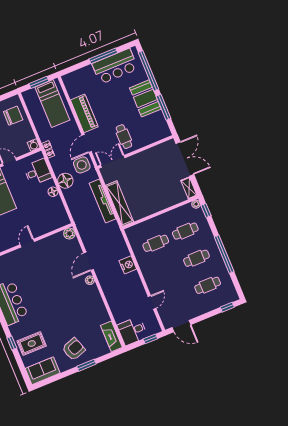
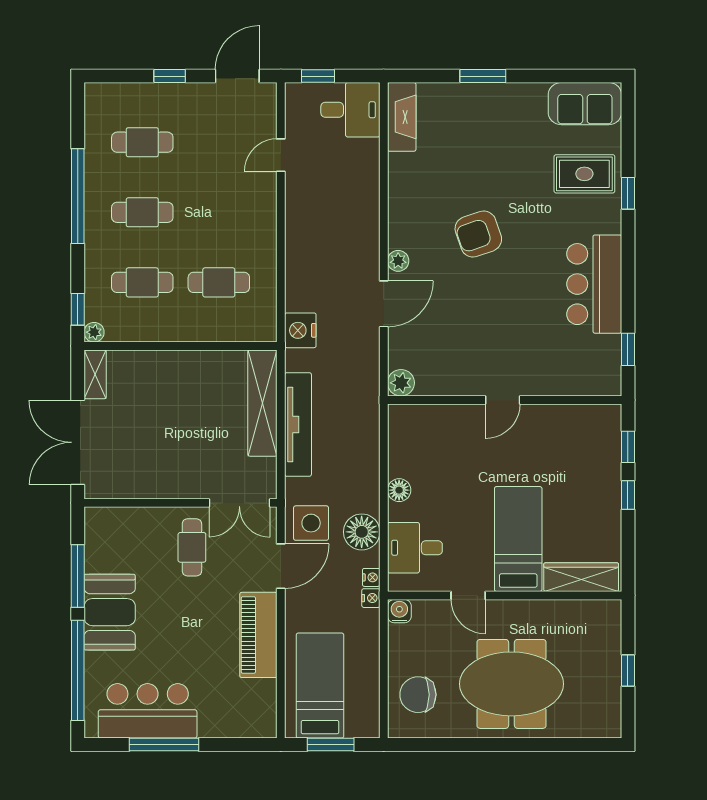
floor lamp: (65, 181) -> (362, 532), moved
nightstand: (128, 265) -> (300, 330), moved
window: (227, 307) -> (170, 76), moved
door: (181, 326) -> (237, 76), hinge flipped
armchair: (74, 349) -> (478, 234), moved

